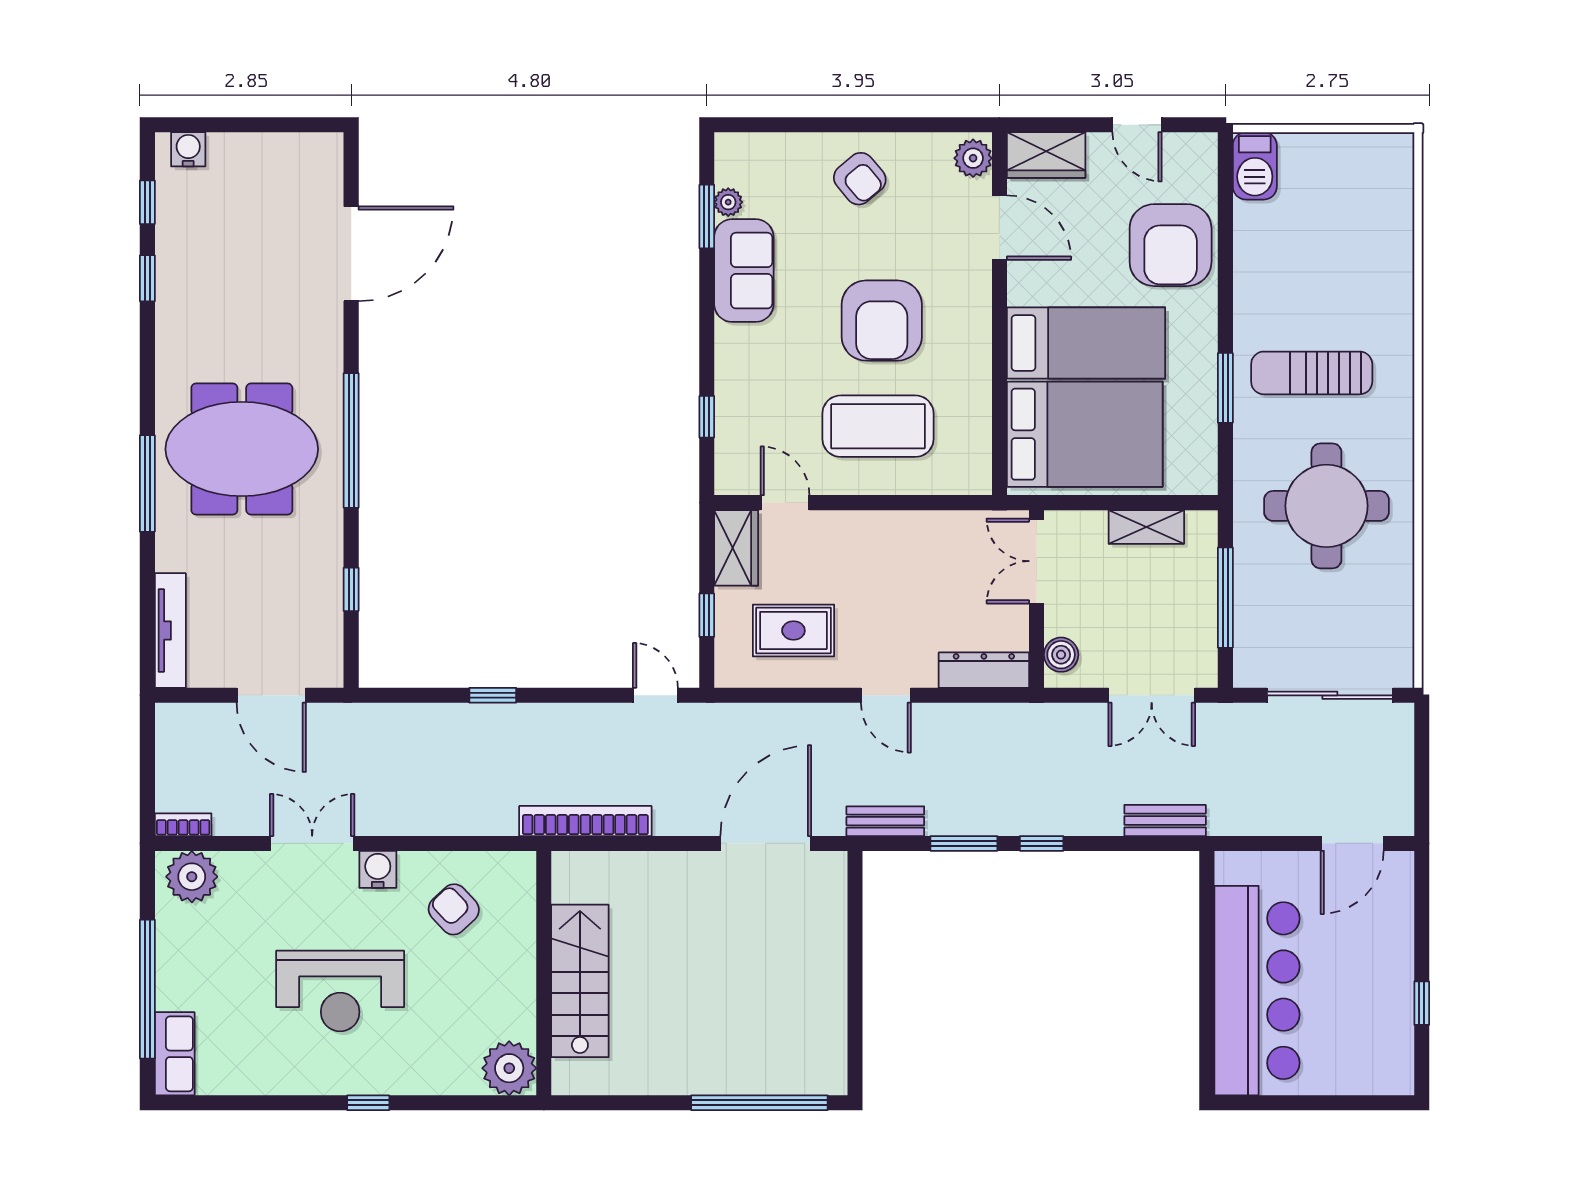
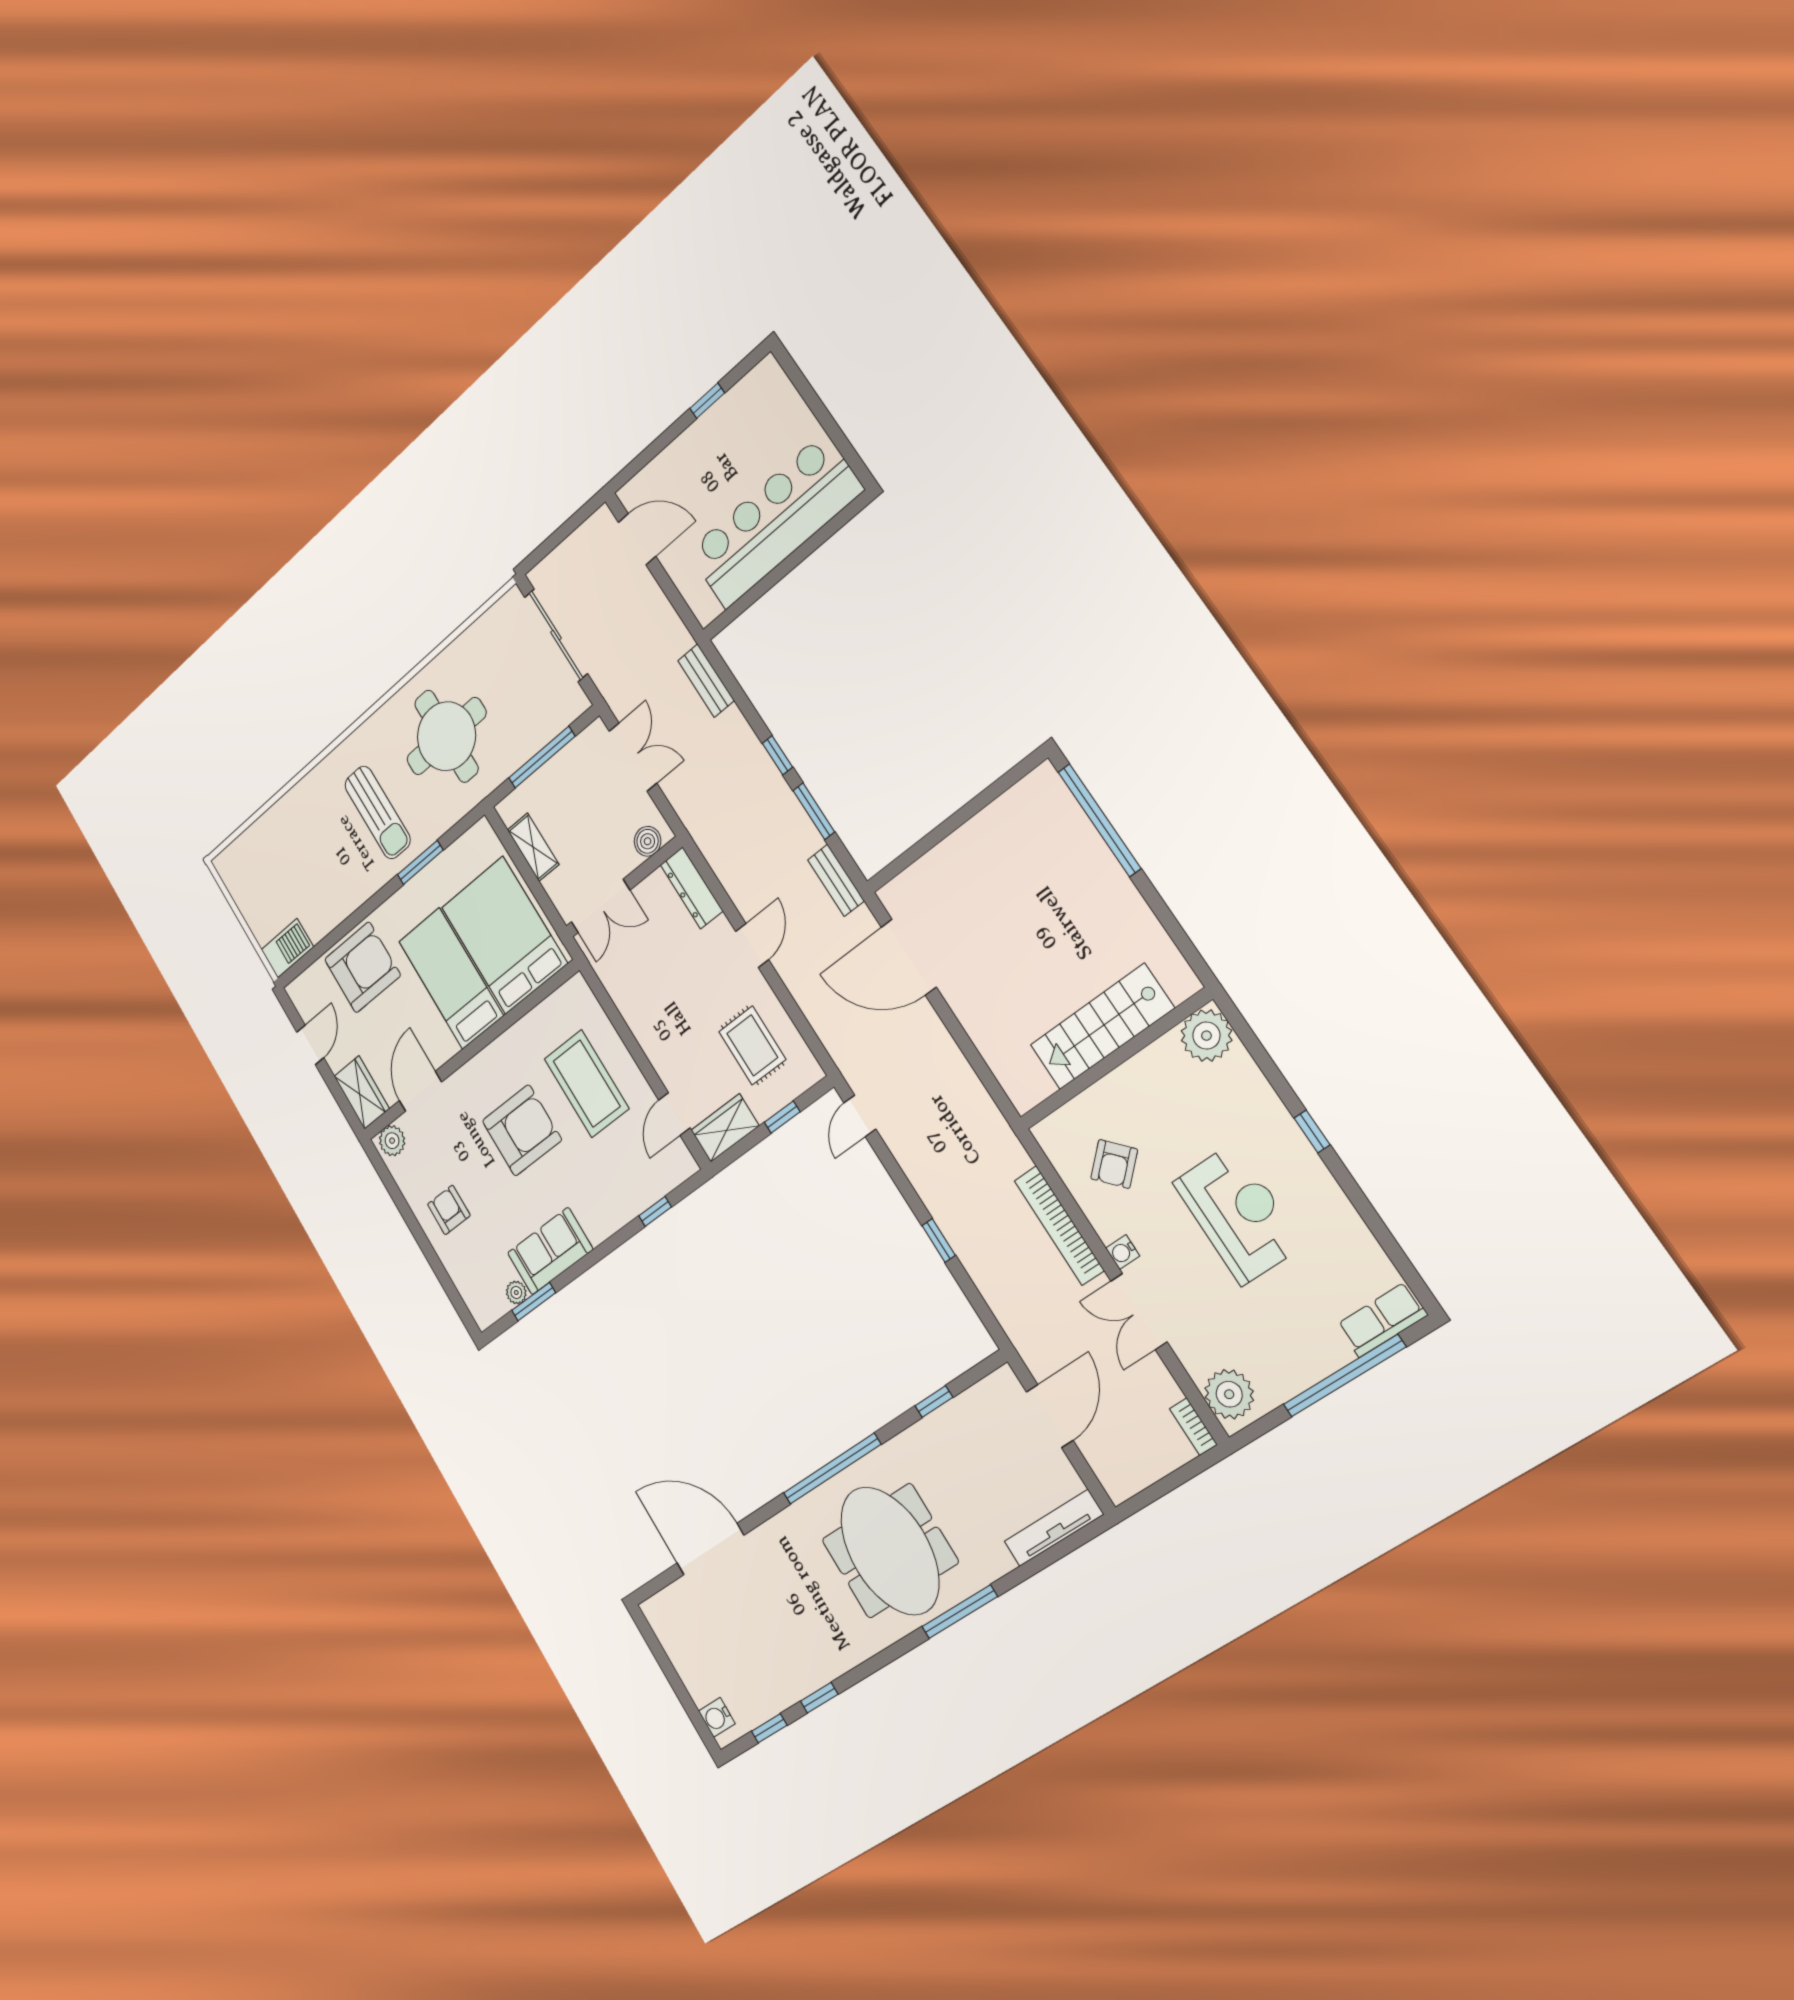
armchair: (860, 179) -> (449, 1210), turned -50
bookcase: (585, 821) -> (1059, 1225), moved
water cooler: (378, 869) -> (1123, 1252), width x0.72, depth x0.72

